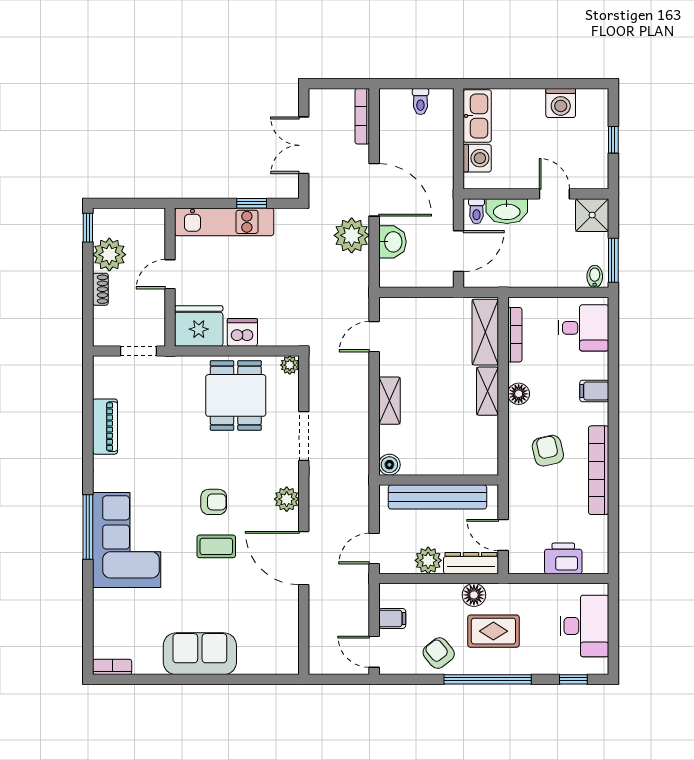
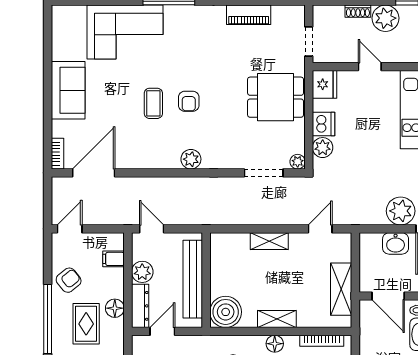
fridge: (199, 326) -> (325, 84), width x0.73, depth x0.75
shelving: (485, 332) -> (341, 289), moved, turned 90
plant: (272, 334) -> (323, 148), added
door: (374, 337) -> (320, 229), hinge flipped
dining table: (236, 395) -> (276, 97), moved
doorway: (304, 436) -> (264, 173), moved
boiler: (389, 465) -> (226, 312), moved, width x1.86, depth x1.86
corner sofa: (127, 540) -> (125, 32), moved
door: (304, 558) -> (94, 173), moved
filing cabinet: (392, 618) -> (113, 259), moved, turned 90
bookcase: (112, 667) -> (58, 154), moved

